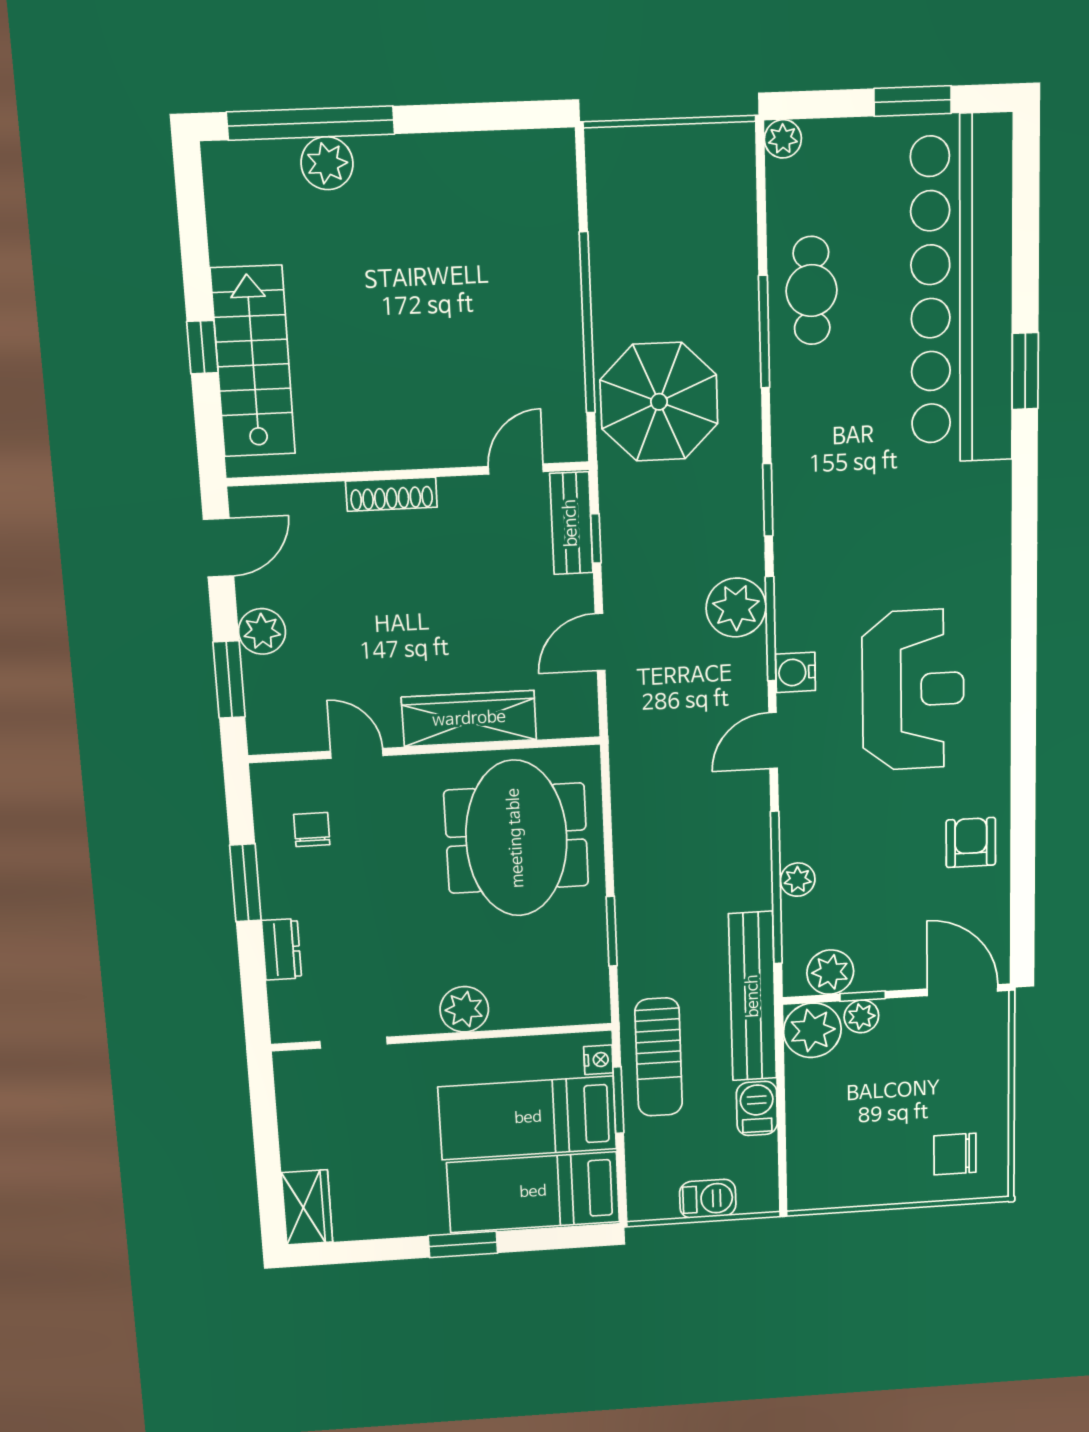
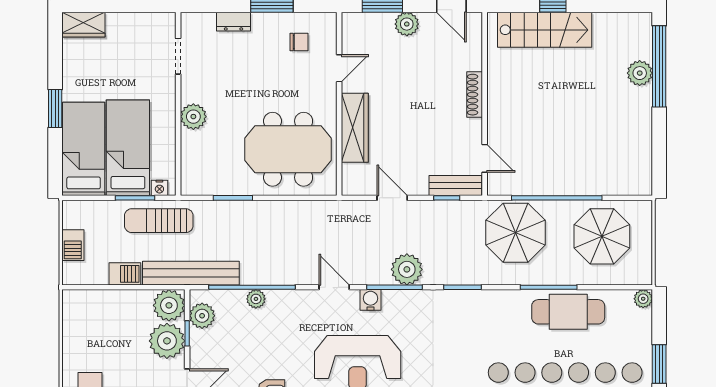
parasol: (661, 228) -> (602, 236), added
cafe table: (812, 291) -> (568, 312), width x1.37, depth x1.35
plant: (861, 1016) -> (167, 341), width x1.88, depth x1.88

